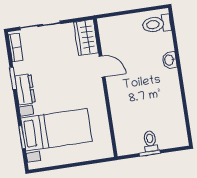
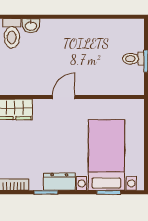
washbasin: (169, 60) -> (31, 26), moved
door: (102, 66) -> (64, 97), moved

